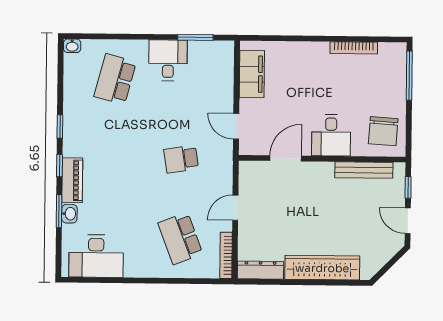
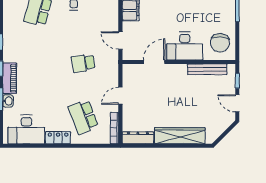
desk: (331, 135) -> (185, 46), width x1.37
locker: (143, 269) -> (58, 138), added

